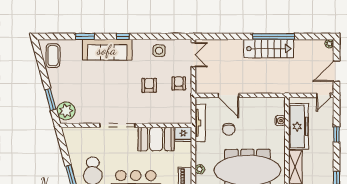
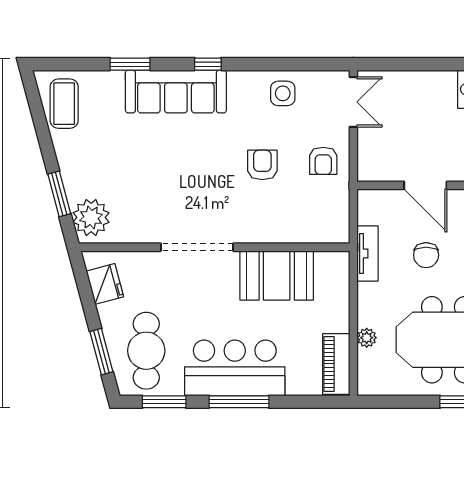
armchair: (179, 83) -> (323, 161), turned 180
tv unit: (200, 123) -> (368, 254), width x0.71
fridge: (183, 134) -> (105, 284), moved, turned -105

